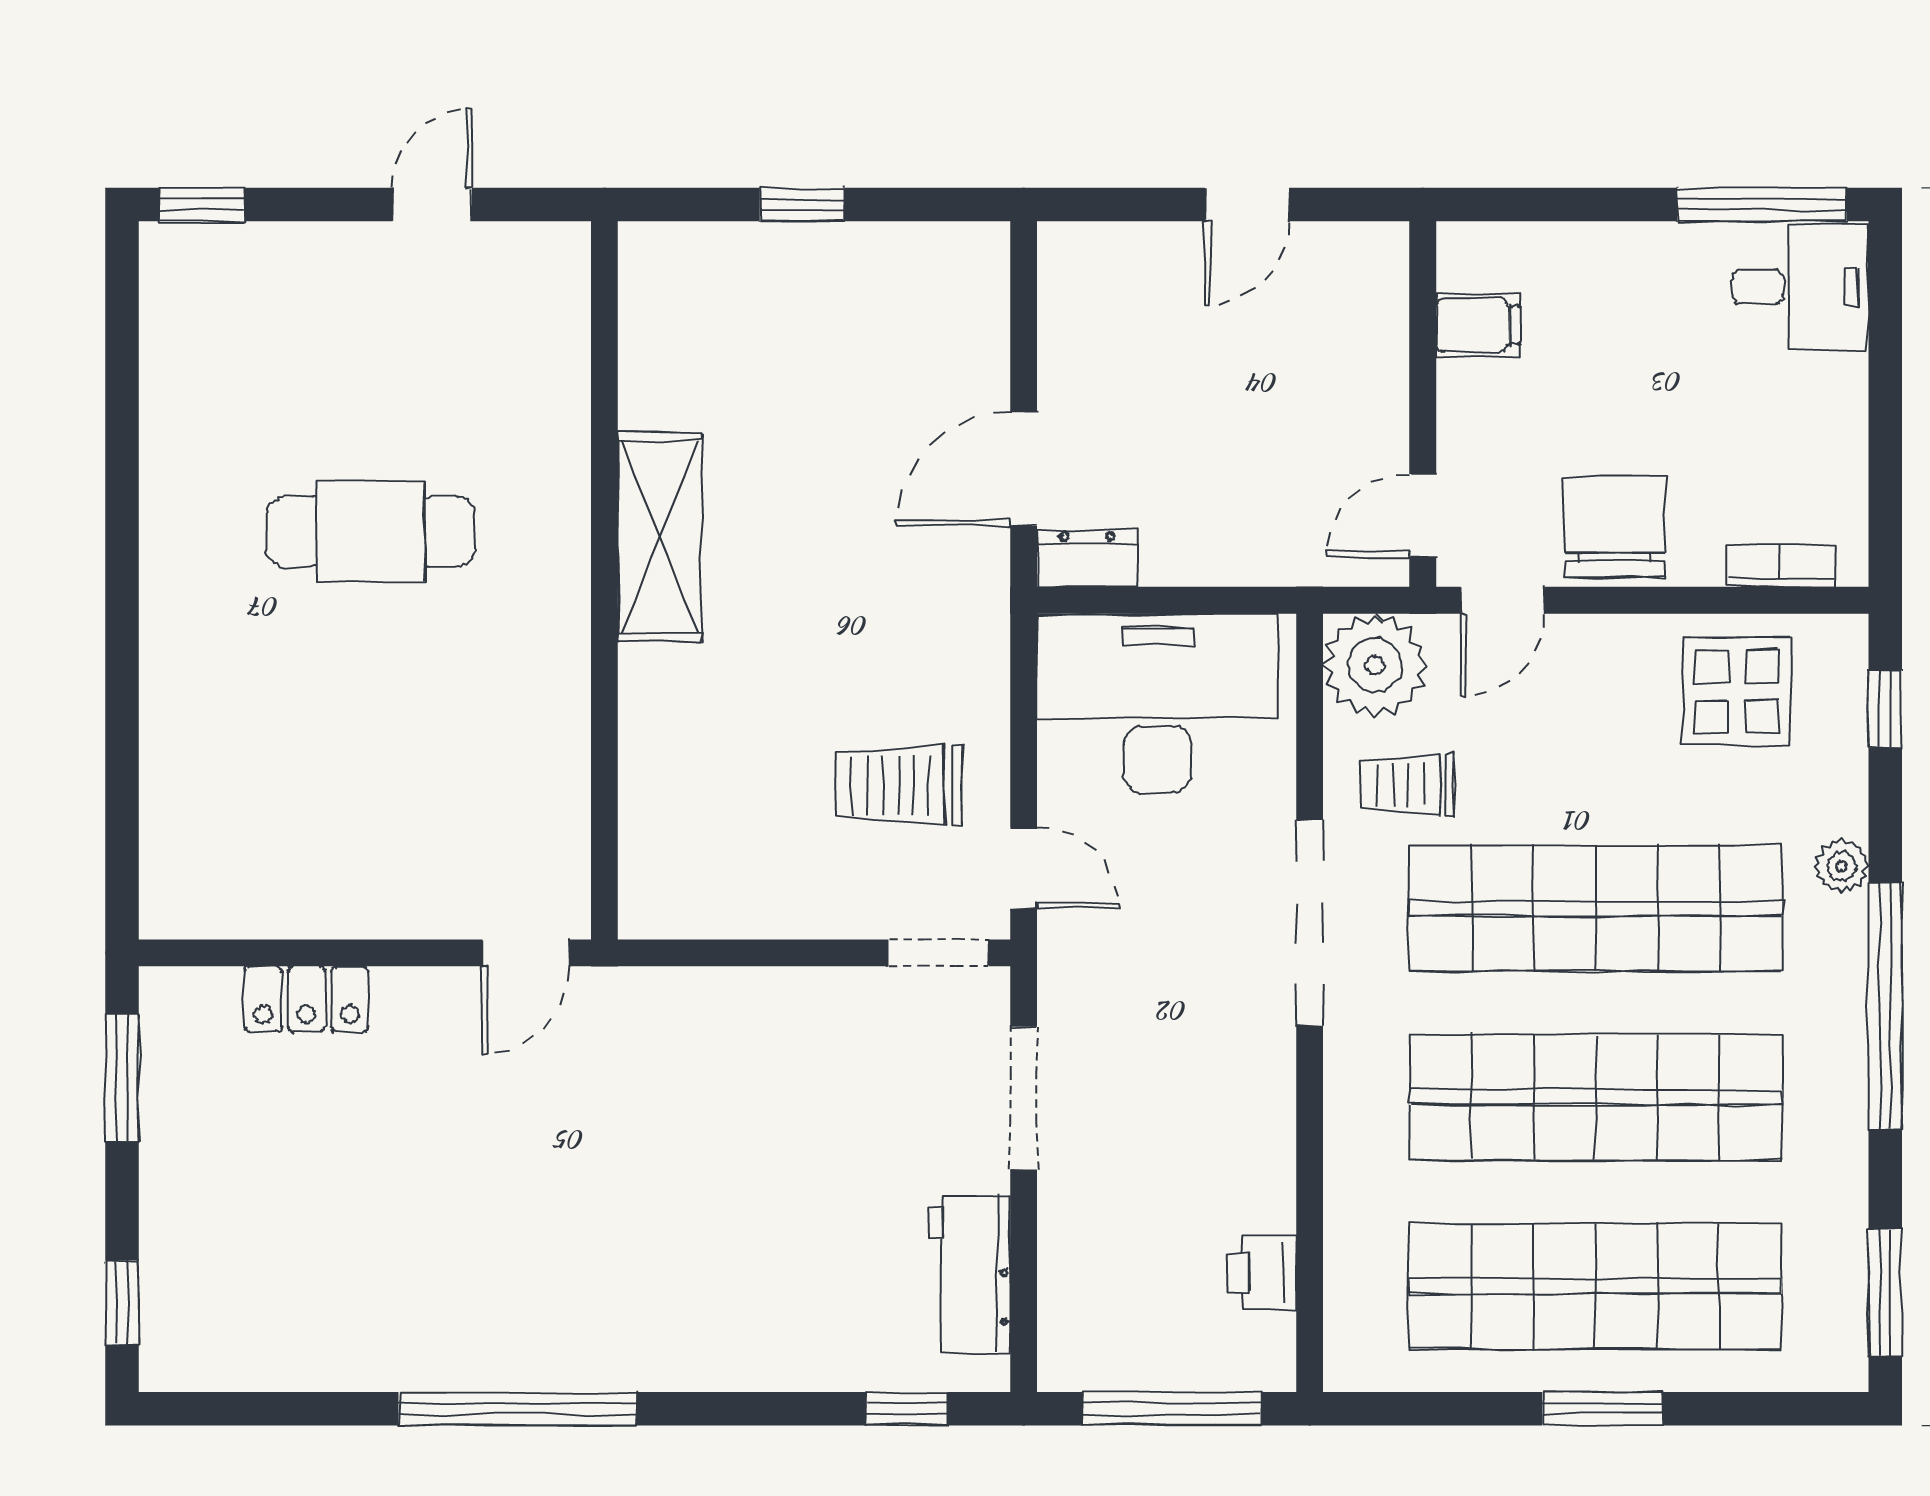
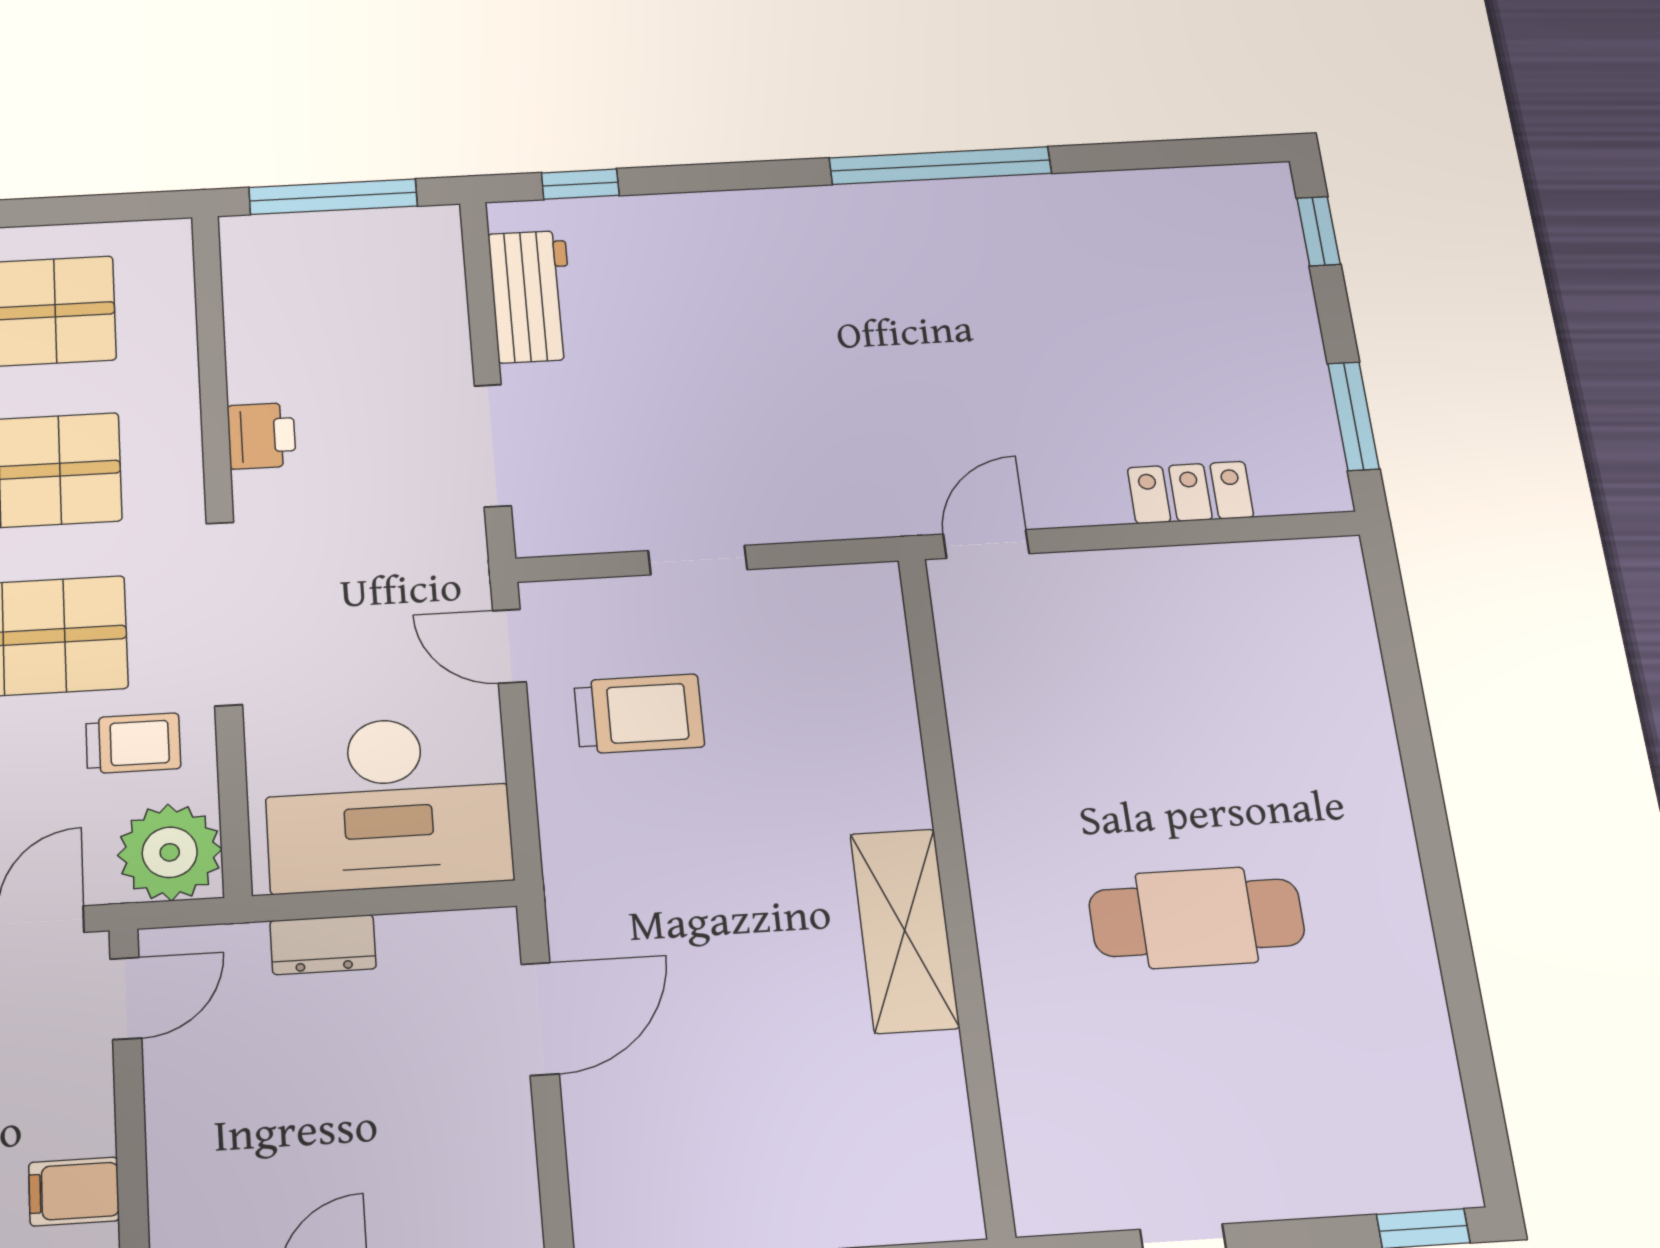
dresser: (1087, 559) -> (323, 945), moved
doorway: (939, 953) -> (698, 560), moved
printer: (1262, 1273) -> (261, 436), moved

